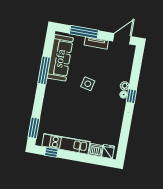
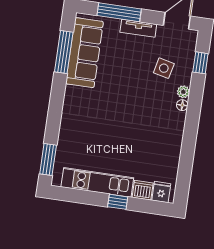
window: (44, 70) -> (64, 52), moved
side table: (88, 84) -> (164, 68), moved
window: (131, 96) -> (200, 63), moved
window: (51, 152) -> (118, 202), moved

